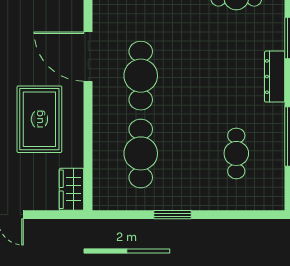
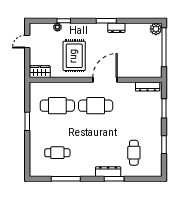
dresser: (275, 77) -> (108, 172), moved
rug: (39, 119) -> (74, 56), turned 90

